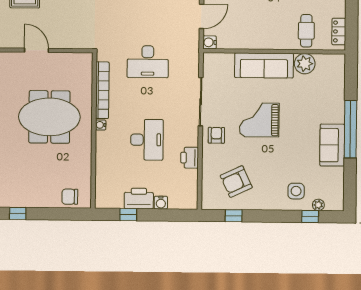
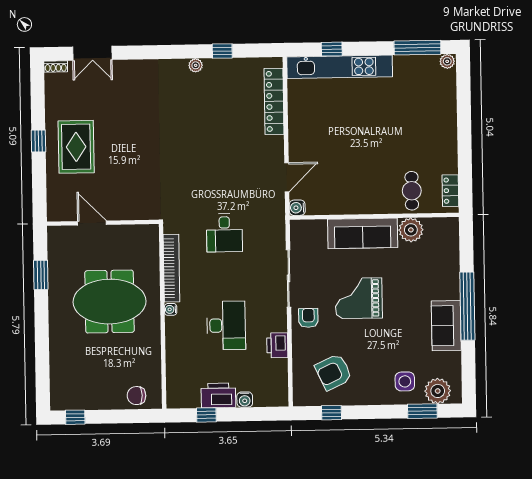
desk: (148, 62) -> (224, 233), width x0.73
plant: (318, 205) -> (438, 391), width x1.88, depth x1.88
window: (310, 216) -> (422, 411), width x1.50

